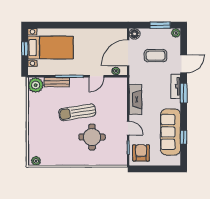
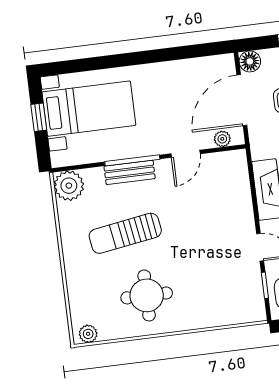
bench: (57, 82) -> (130, 172), moved
sun lounger: (77, 112) -> (125, 233), moved
round table: (92, 137) -> (147, 295), moved

